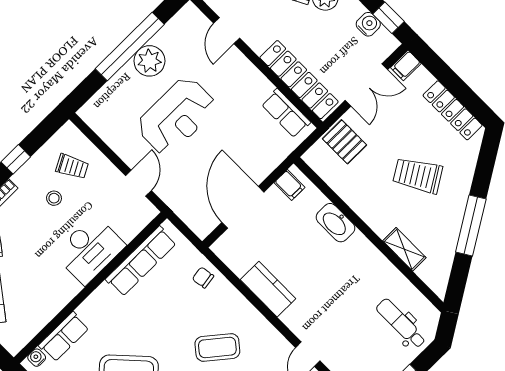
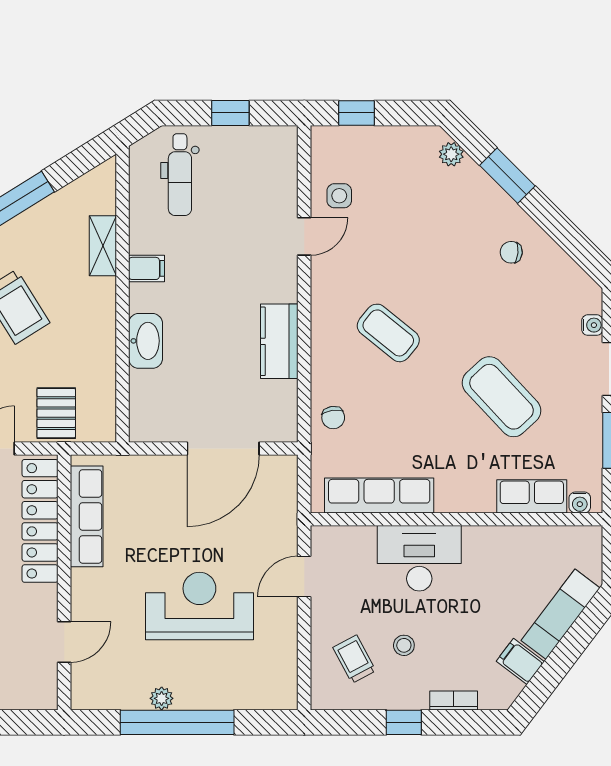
plant: (149, 61) -> (162, 698), width x0.53, depth x0.53
row of seats: (286, 113) -> (87, 516), width x1.48
filing cabinet: (289, 185) -> (146, 268), moved, turned 90

